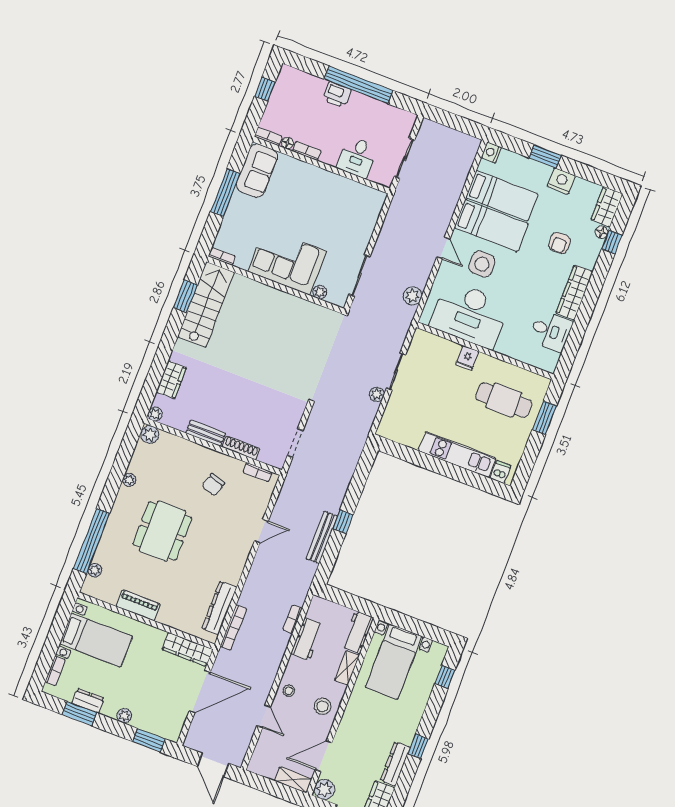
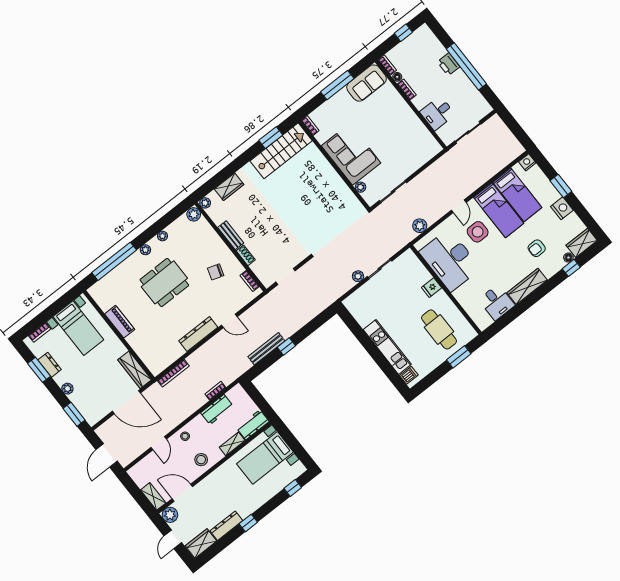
shoe rack: (241, 448) -> (246, 255), width x0.70
plant: (95, 570) -> (145, 250), moved
dresser: (219, 608) -> (198, 334), moved

